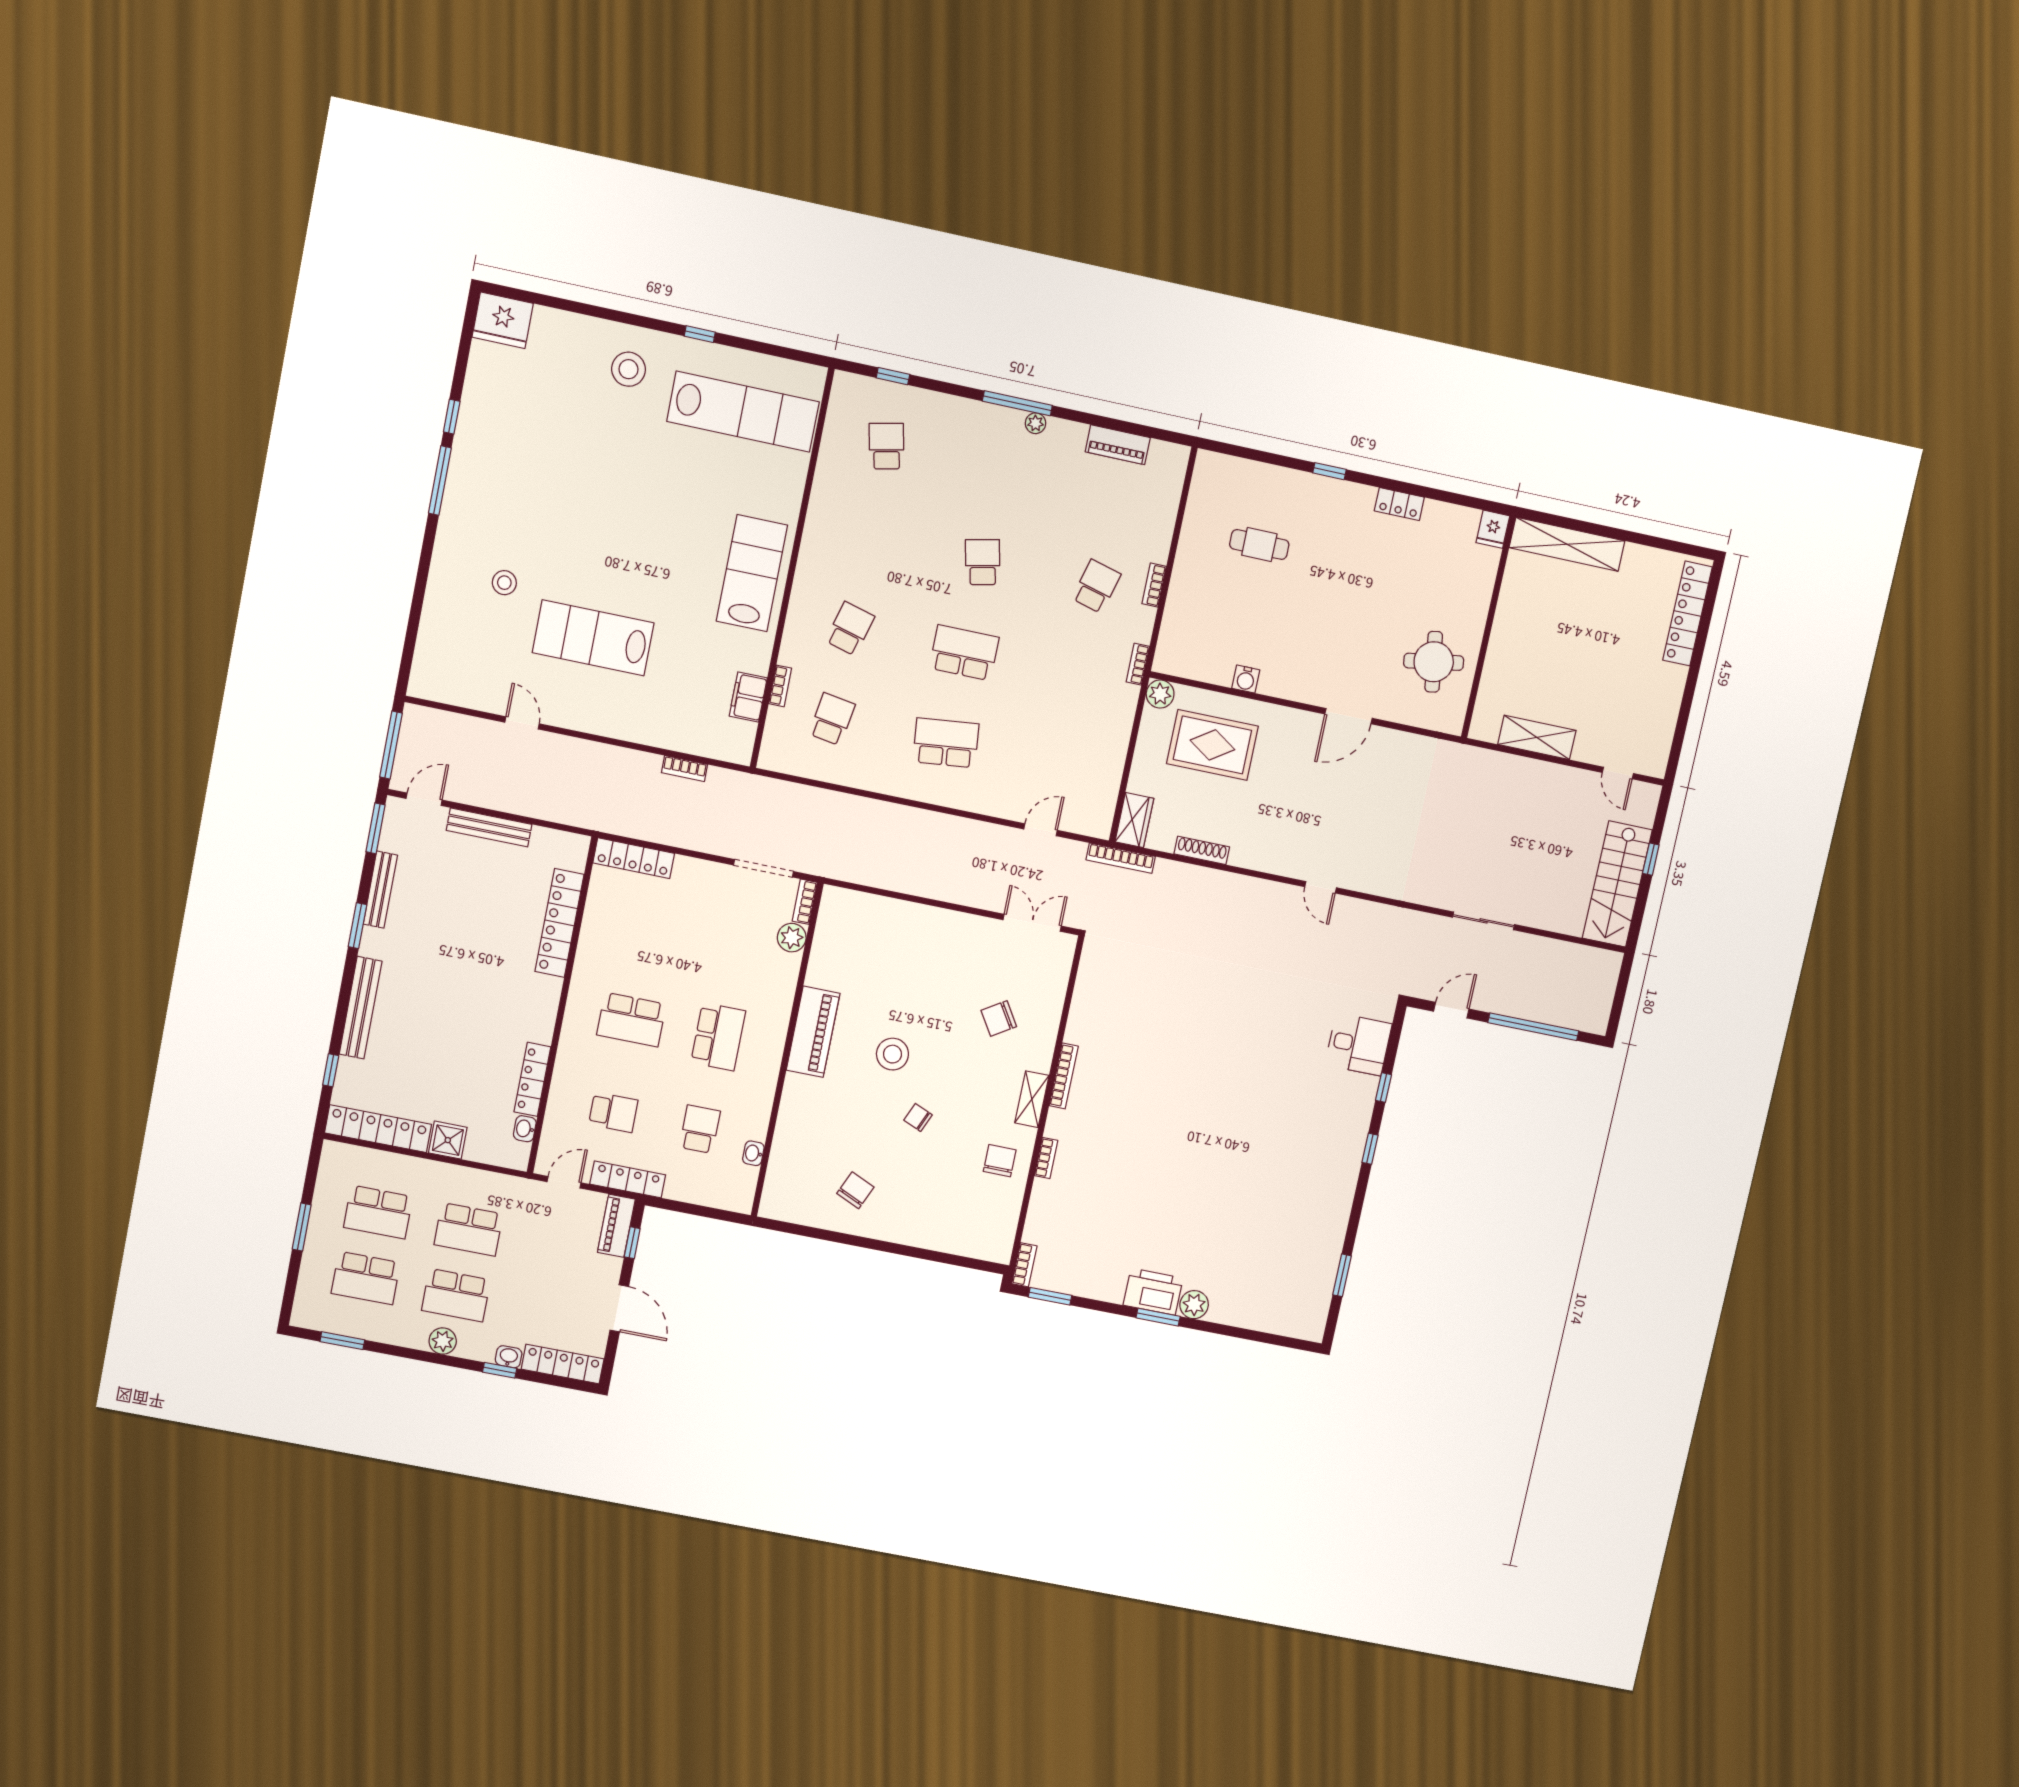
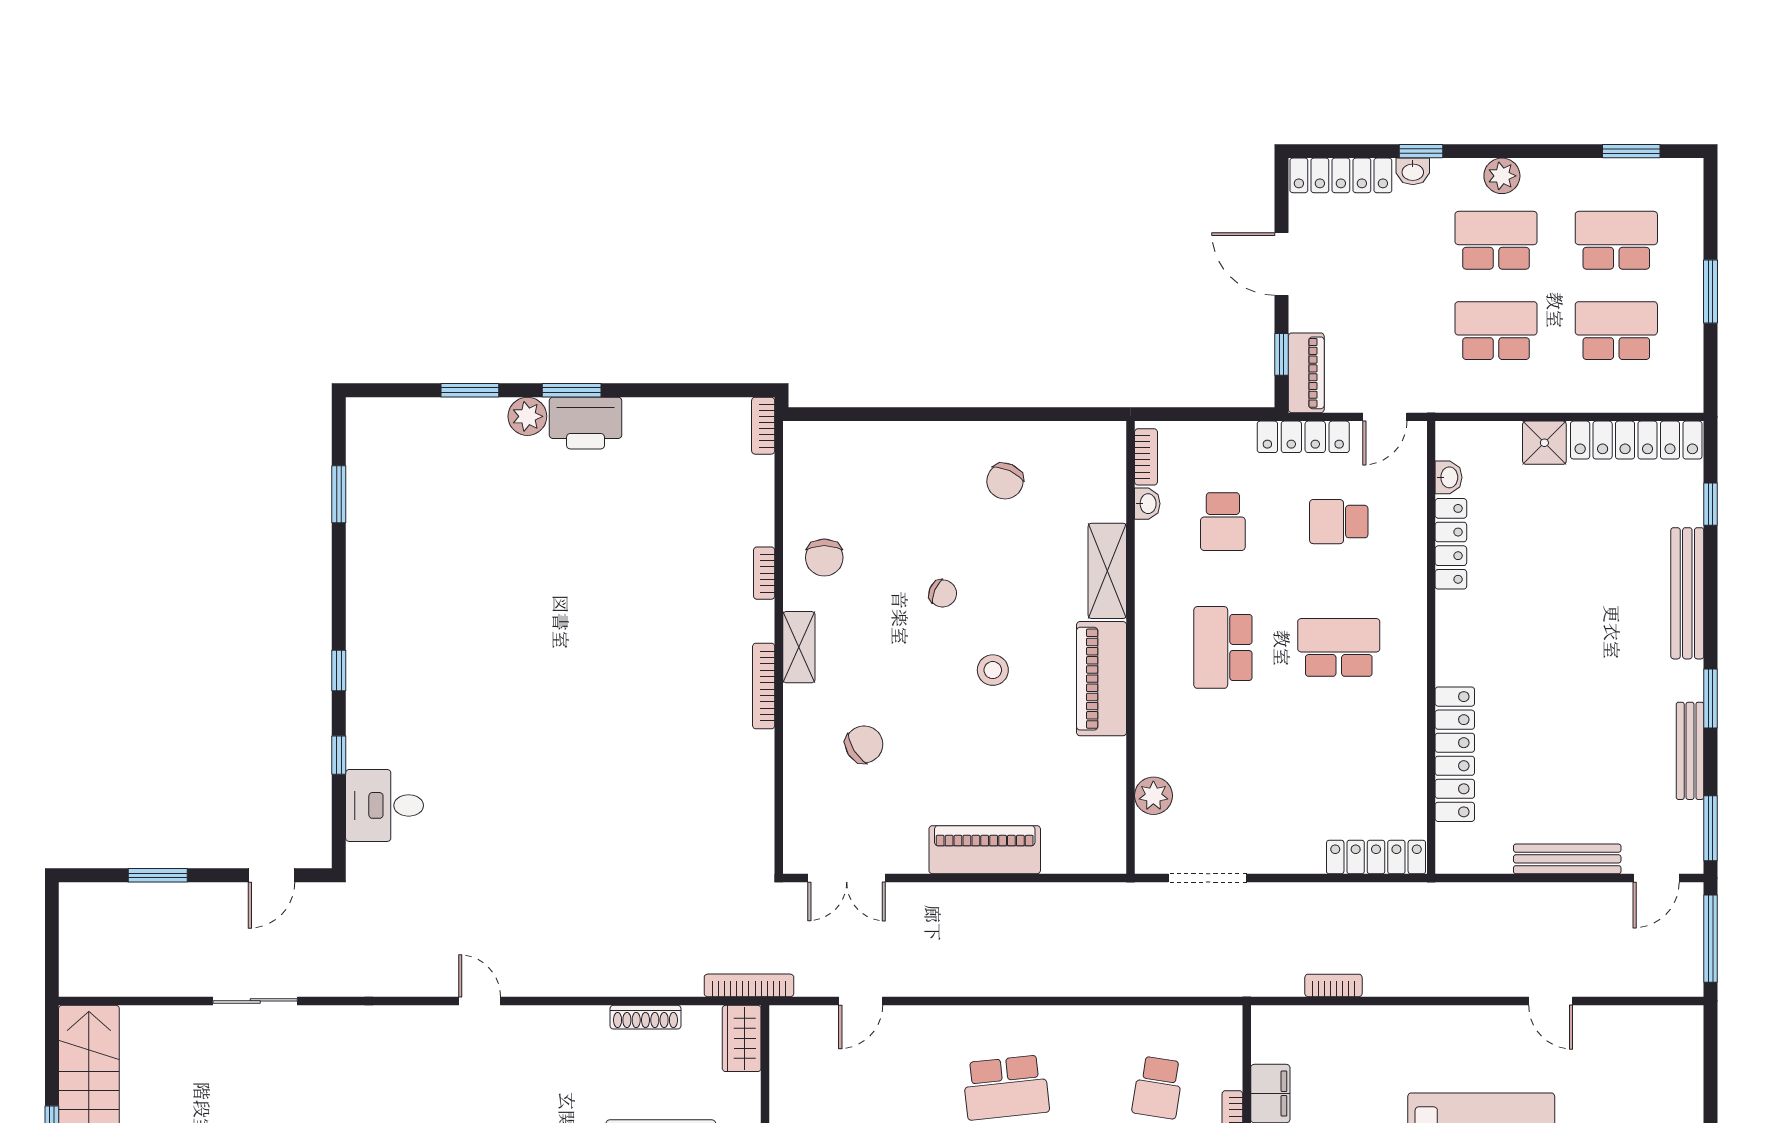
bookcase: (805, 902) -> (1146, 457), moved
piano: (925, 923) -> (985, 850), added
window: (1533, 1027) -> (158, 875), width x0.47
stool: (892, 1054) -> (993, 670), width x0.73, depth x0.73
shelving: (793, 1110) -> (1107, 571), added
window: (1050, 1296) -> (470, 390), moved

